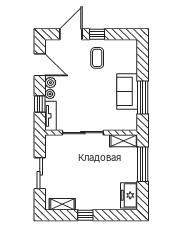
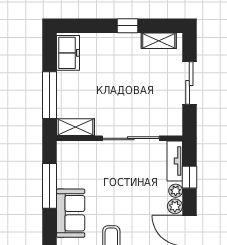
sofa: (127, 91) -> (71, 213), moved

